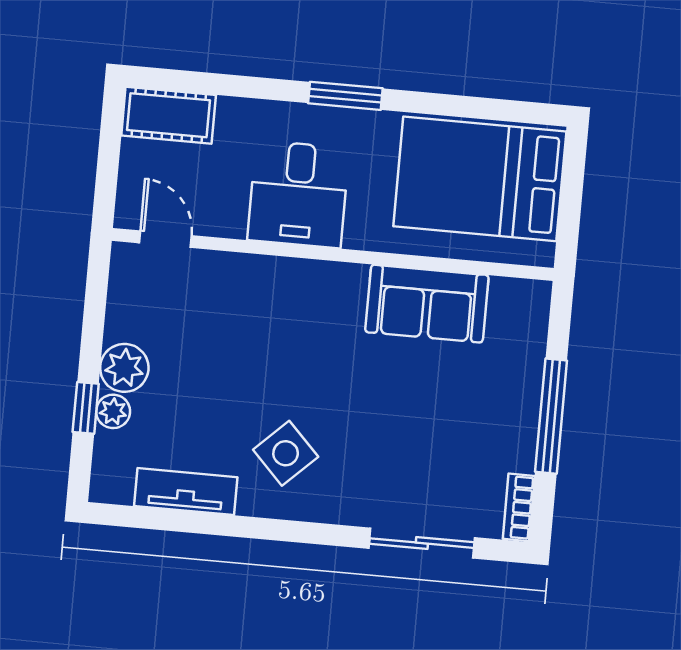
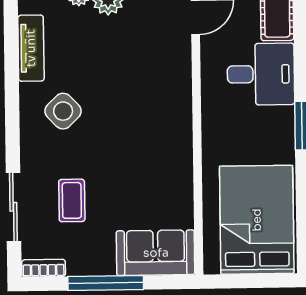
desk: (298, 194) -> (261, 74), moved, turned 180
sofa: (427, 304) -> (156, 253), moved, turned 90
coffee table: (421, 454) -> (72, 200), added

